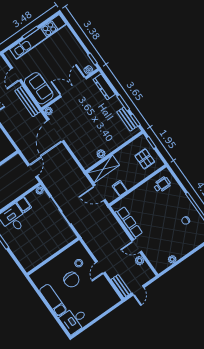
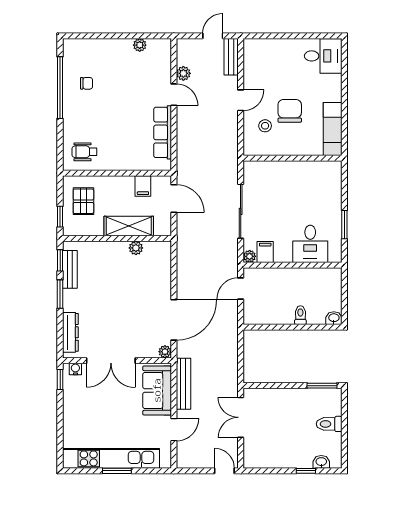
shelving: (103, 169) -> (129, 226), moved
filing cabinet: (24, 205) -> (265, 252), moved
exam couch: (53, 300) -> (333, 129), moved

